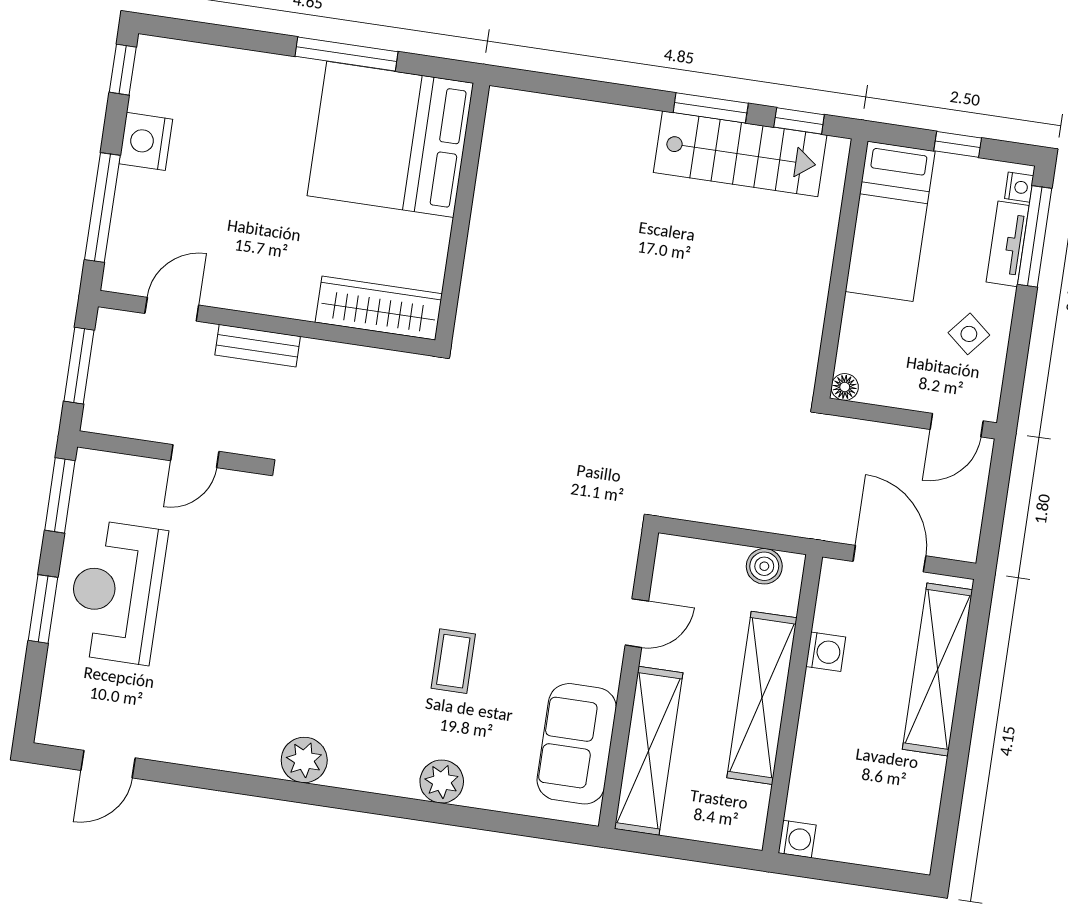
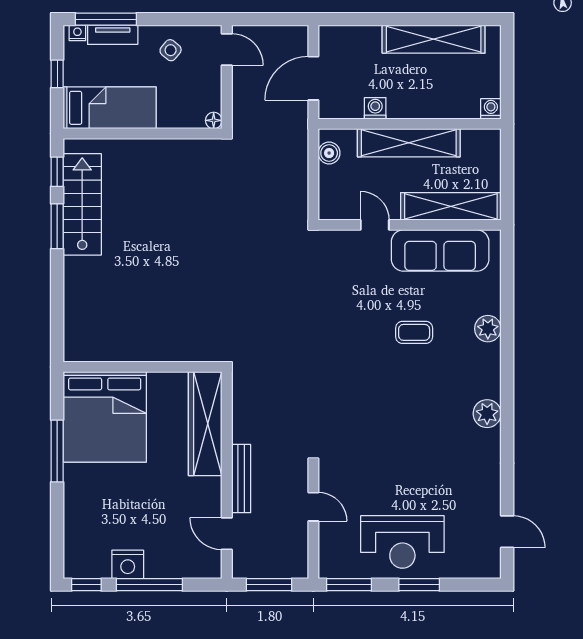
window: (102, 207) -> (149, 585), moved
wardrobe: (379, 308) -> (205, 424), width x1.40, depth x1.17
bench: (258, 346) -> (241, 479), width x1.36
shelving: (938, 669) -> (434, 39), moved
sofa: (577, 744) -> (440, 250), width x1.36

